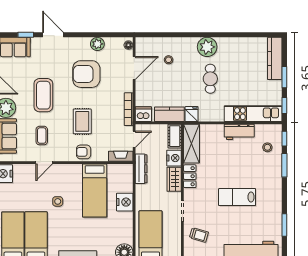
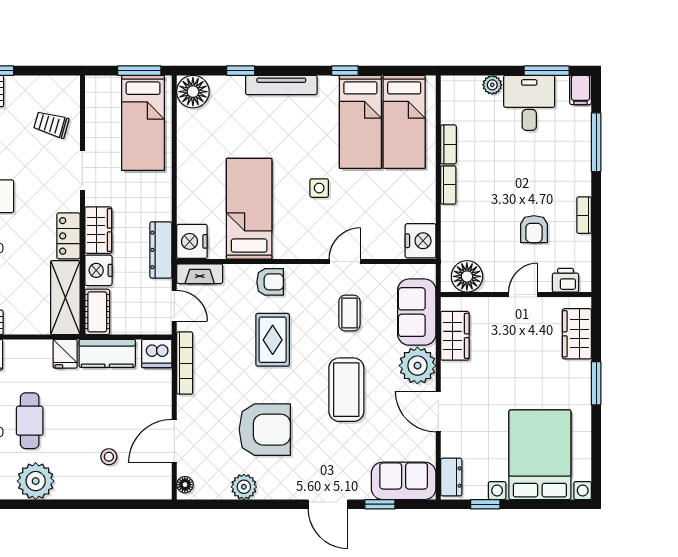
door: (134, 139) -> (174, 306), swing flipped
nightstand: (125, 202) -> (192, 241), moved

